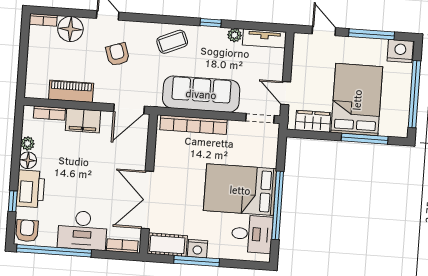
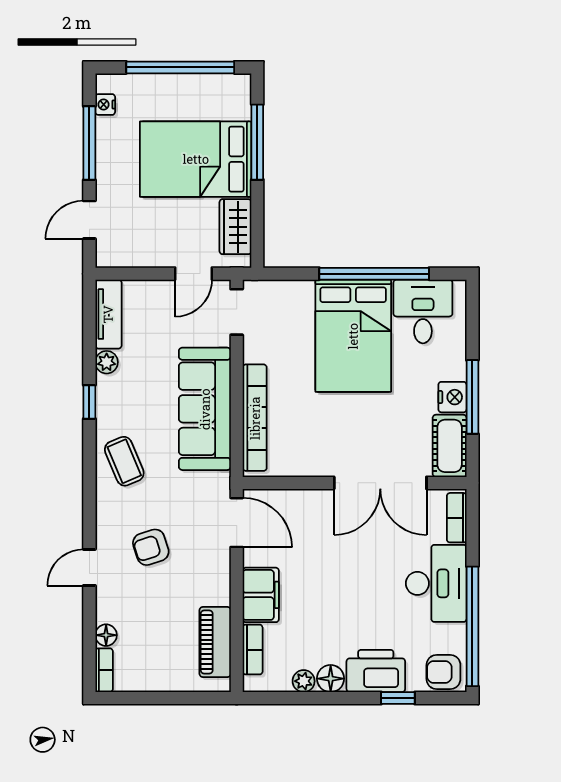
floor lamp: (70, 29) -> (106, 635), width x0.53, depth x0.53
nightstand: (400, 51) -> (105, 104), width x0.53, depth x0.56
piano: (71, 91) -> (215, 642), moved

